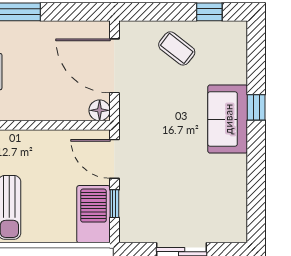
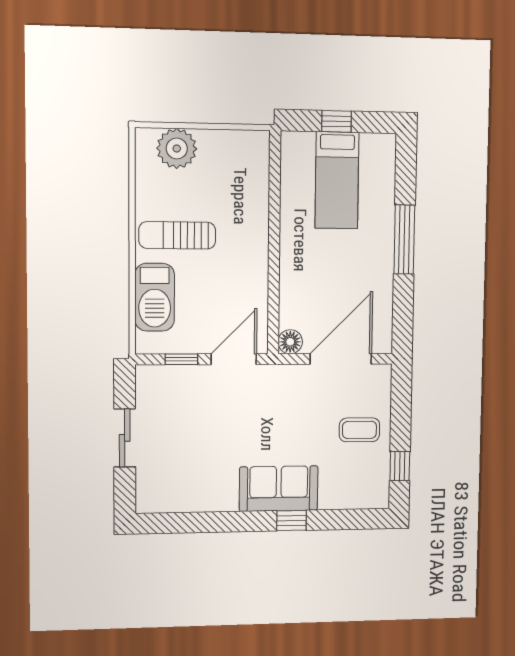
coffee table: (177, 48) -> (359, 430), turned 52
barbecue: (93, 214) -> (155, 297), moved, turned 90

